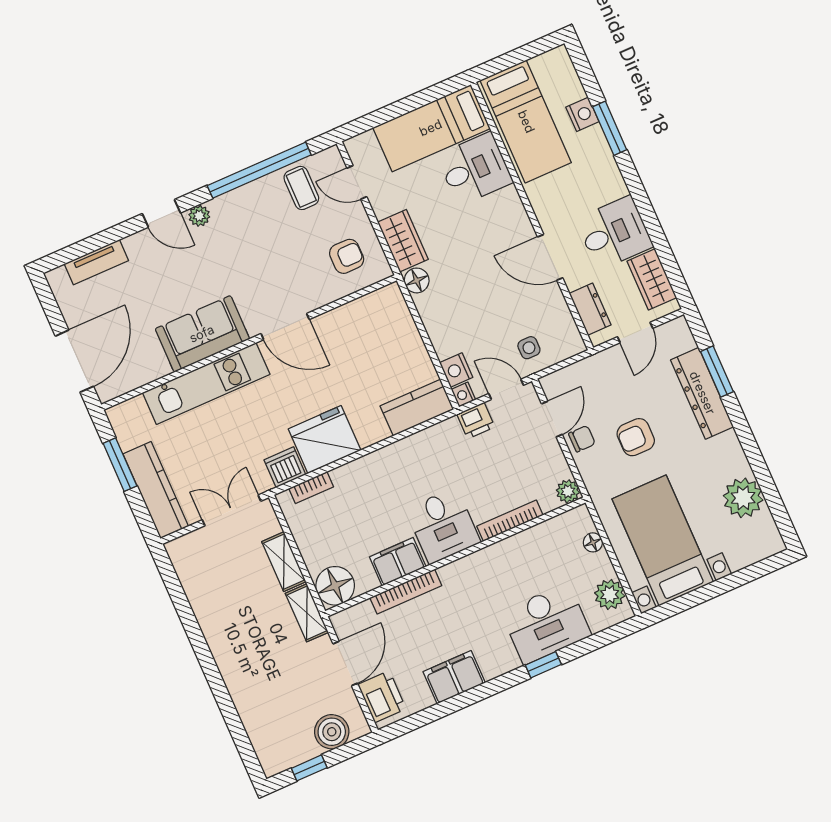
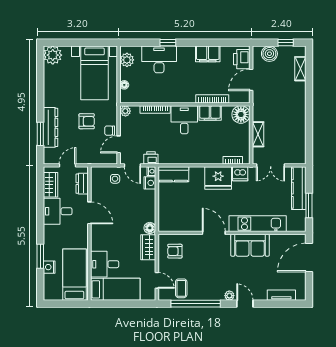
plant: (743, 498) -> (53, 55), moved
shelving: (307, 613) -> (300, 69), moved

